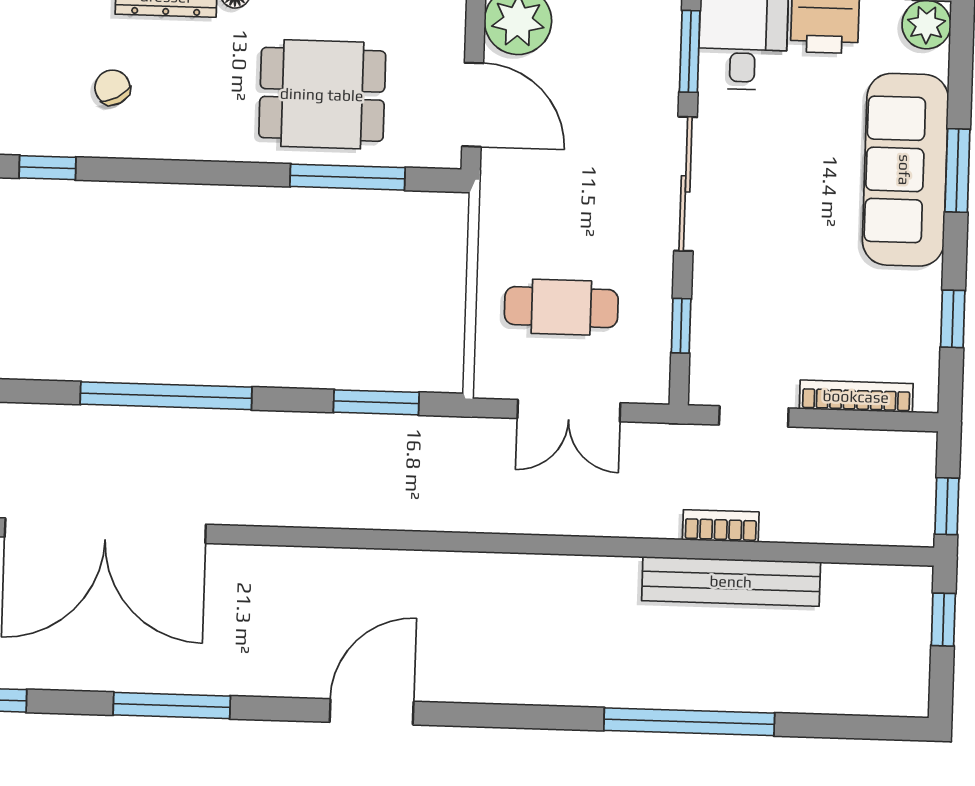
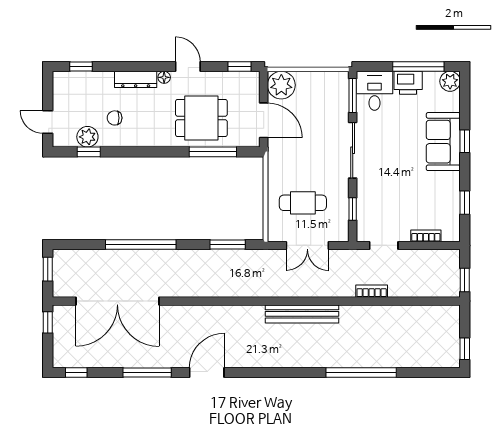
chair: (112, 88) -> (115, 118), turned -61
plant: (45, 131) -> (87, 137), added
sofa: (905, 170) -> (443, 142), width x0.73
window: (957, 170) -> (465, 141), width x0.67
bookcase: (856, 396) -> (426, 236), width x0.64
bench: (731, 581) -> (302, 314), moved
window: (943, 620) -> (465, 349), moved
door: (372, 712) -> (207, 372), moved

